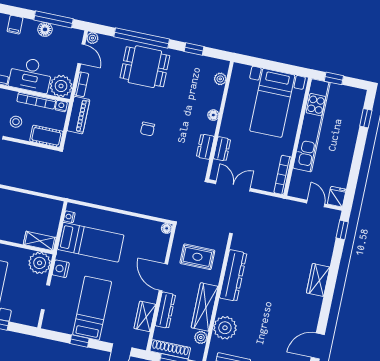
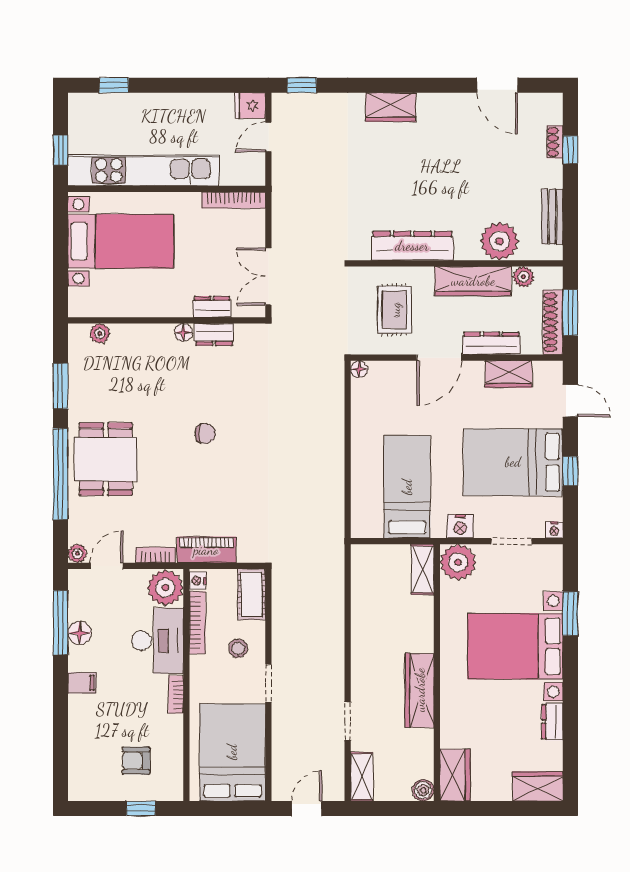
window: (194, 49) -> (60, 386), width x1.50
floor lamp: (213, 115) -> (183, 332), moved
nightstand: (69, 217) -> (554, 530), moved
bed: (92, 308) -> (513, 462), width x1.50

